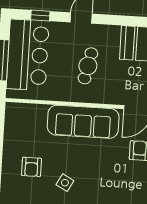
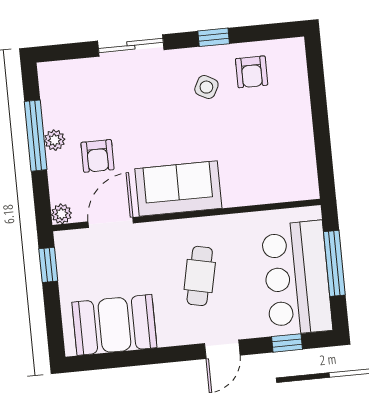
sofa: (83, 122) -> (178, 189), width x0.73
armchair: (31, 167) -> (252, 72), moved, turned 180

